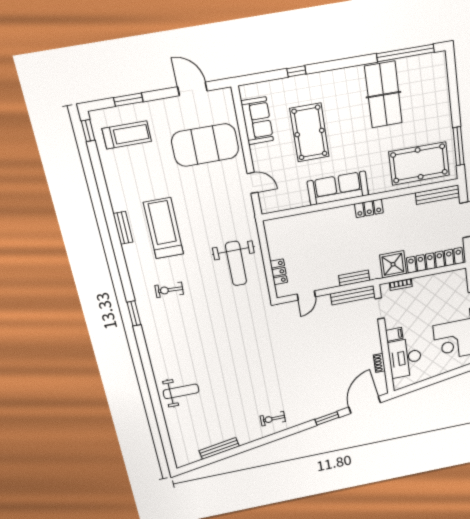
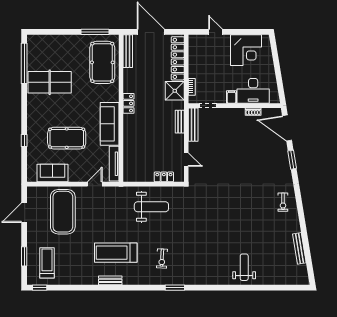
tv unit: (285, 204) -> (114, 164), added

